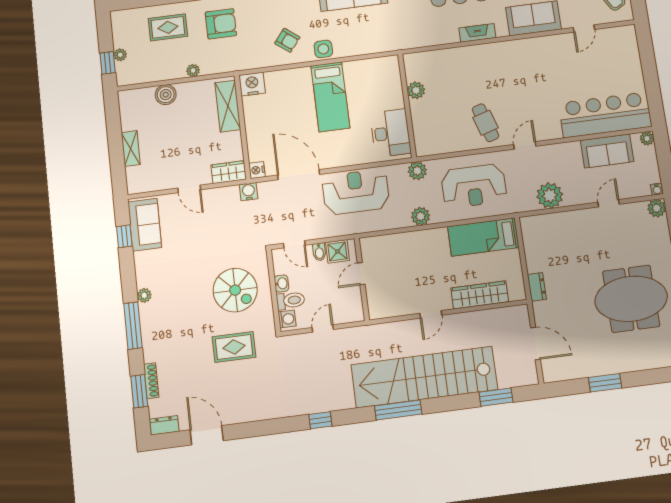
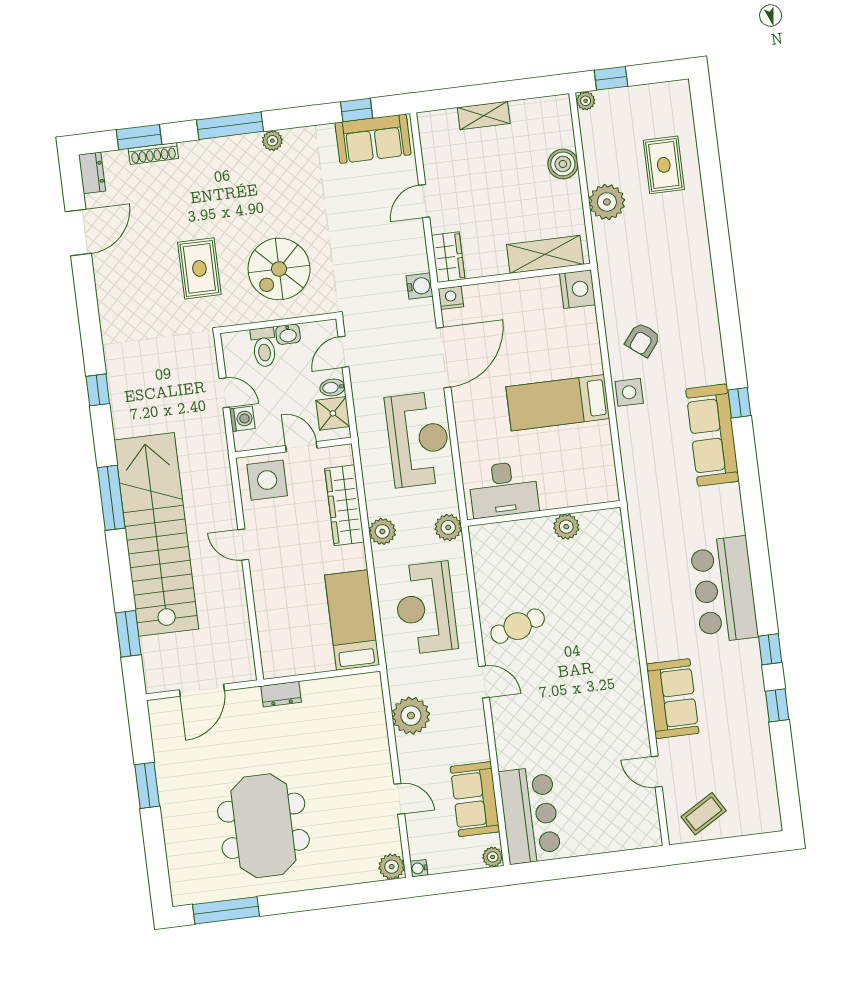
armchair: (221, 24) -> (668, 242), removed
fireplace: (477, 33) -> (651, 617), removed
plant: (120, 55) -> (586, 101), moved
plant: (193, 70) -> (607, 202), width x1.88, depth x1.88
bar counter: (605, 115) -> (530, 815), width x0.73
wardrobe: (480, 295) -> (344, 505), moved, turned 180
side table: (385, 298) -> (267, 480), added
washing machine: (287, 319) -> (242, 419), moved, turned -90

